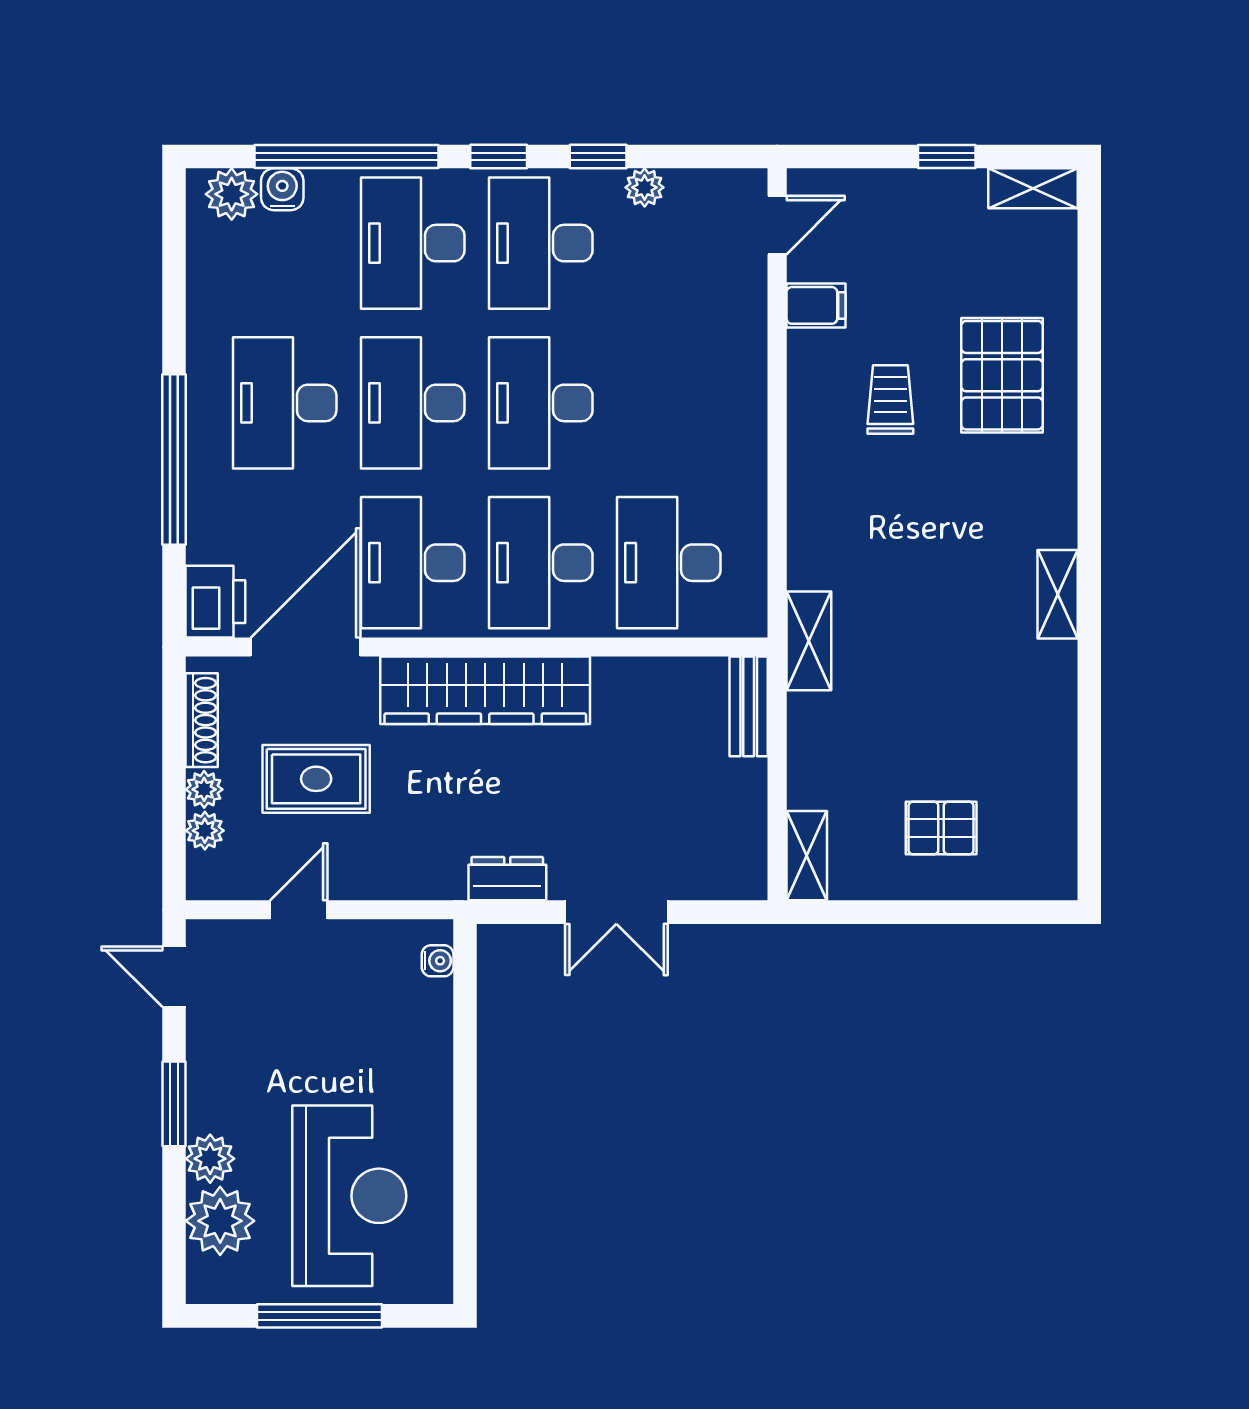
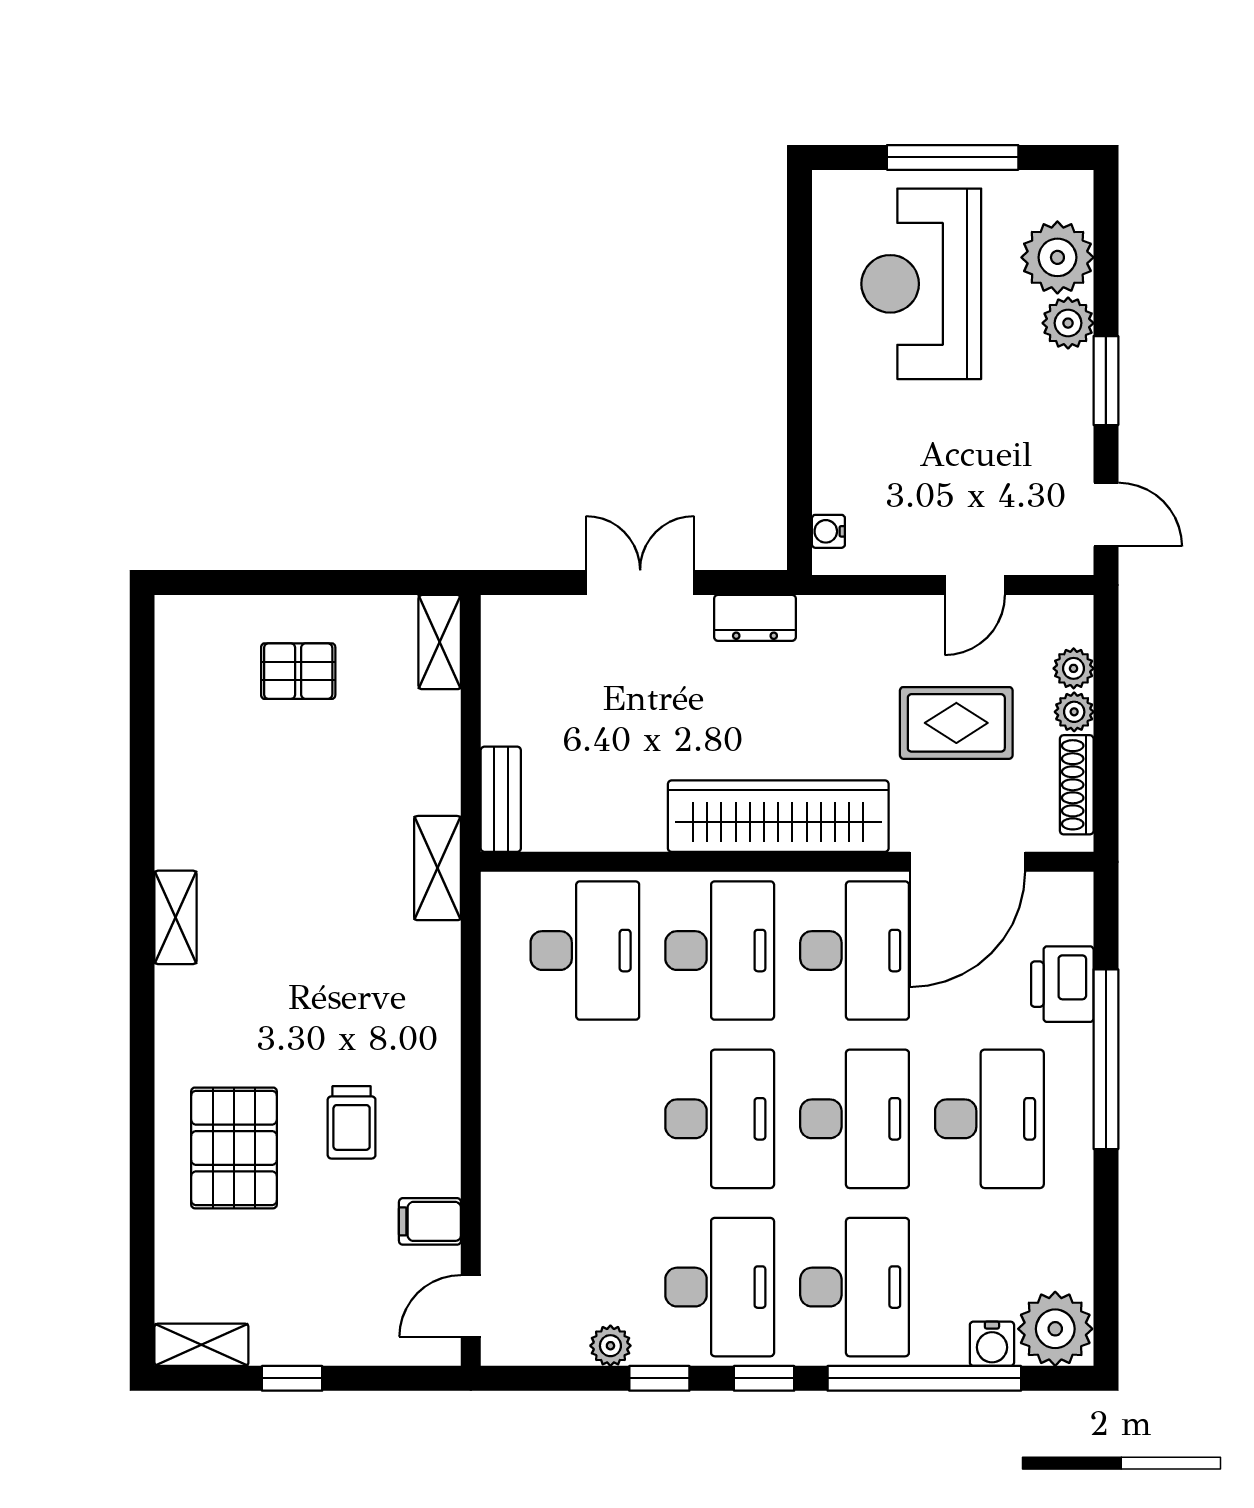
plant: (232, 194) -> (1055, 1329), width x1.36, depth x1.36
printer: (215, 602) -> (1062, 984), moved

